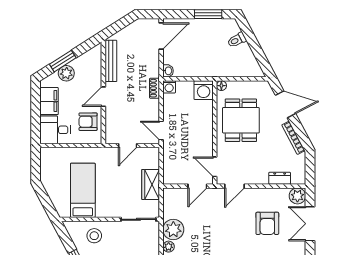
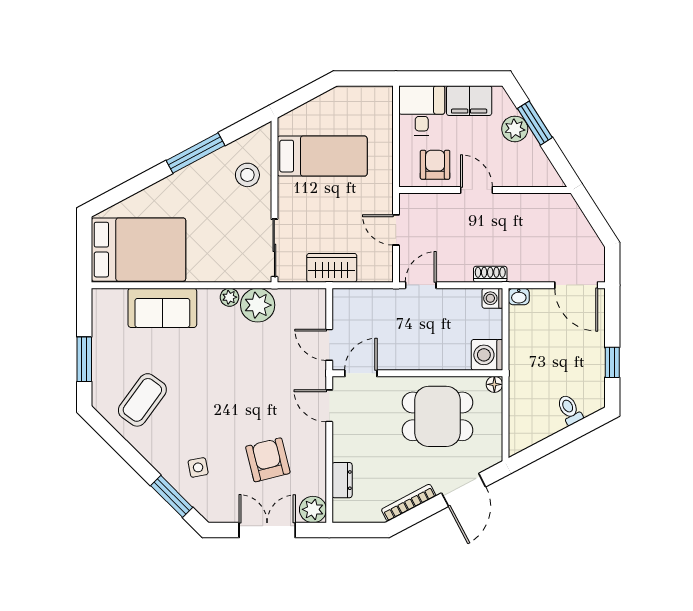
window: (208, 14) -> (612, 362), width x0.67
bench: (111, 61) -> (535, 202), removed
armchair: (267, 223) -> (268, 460), turned 76

